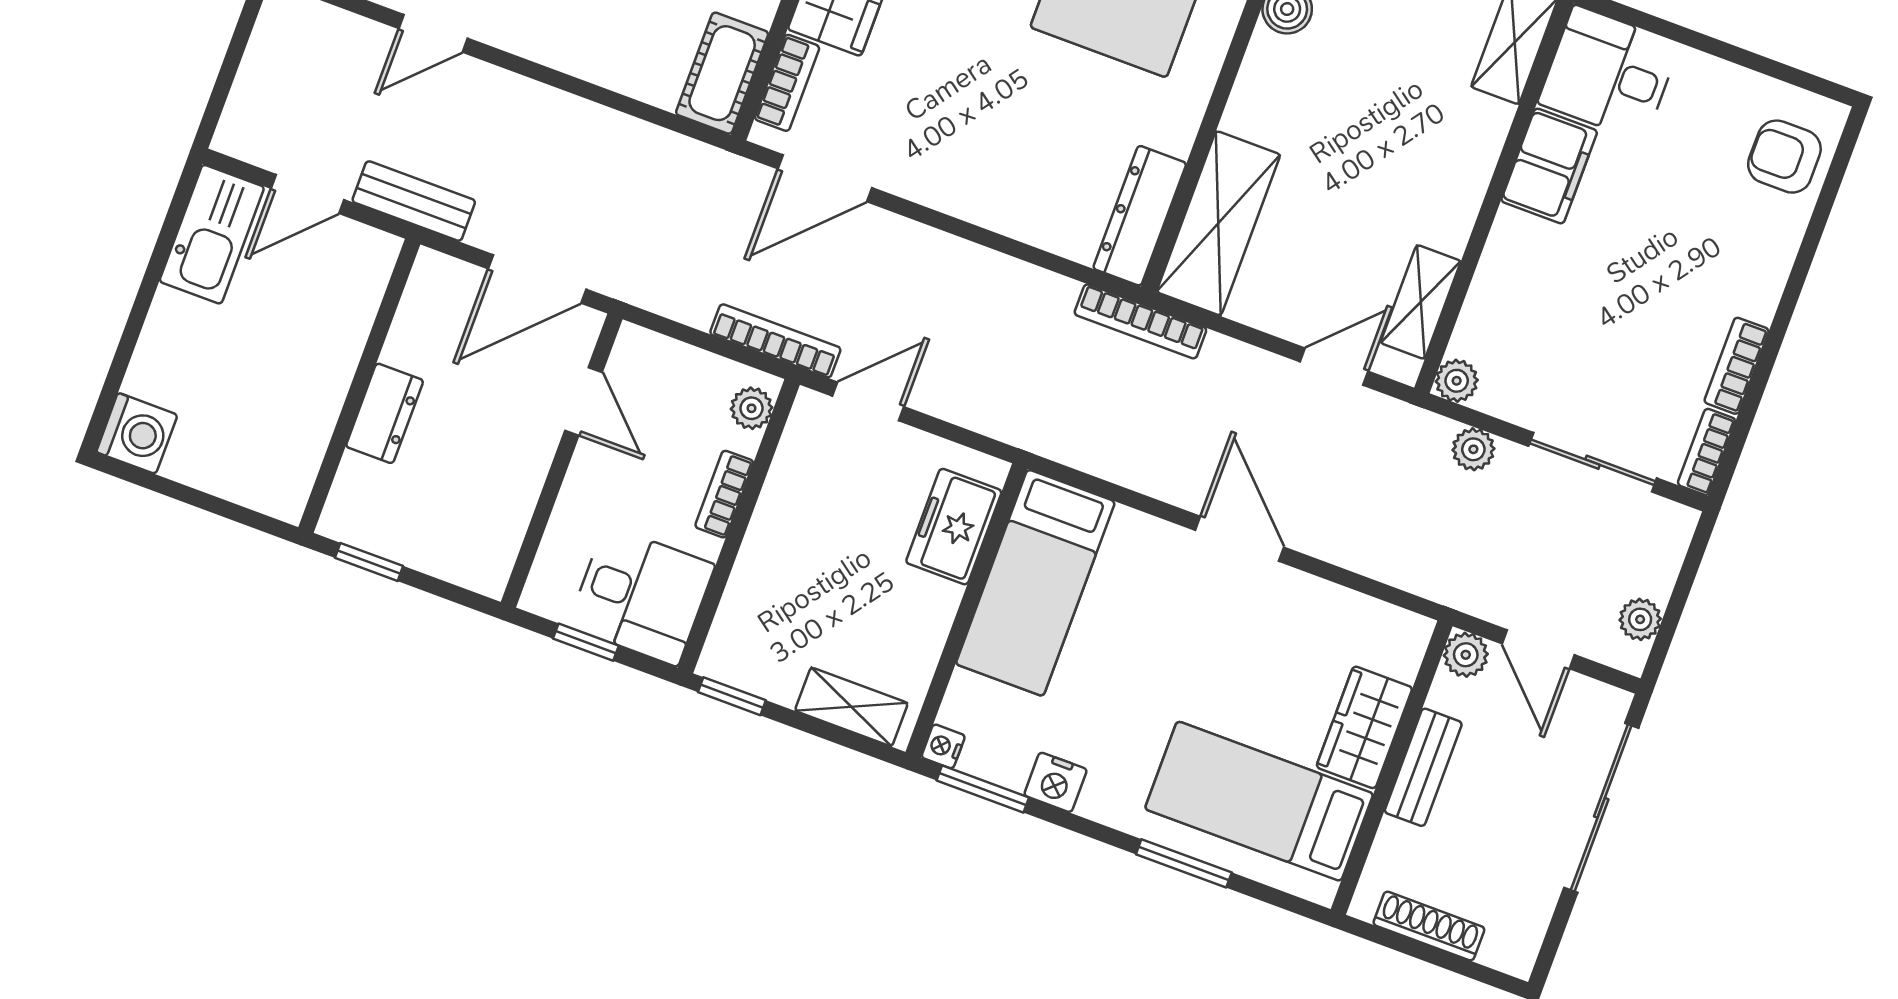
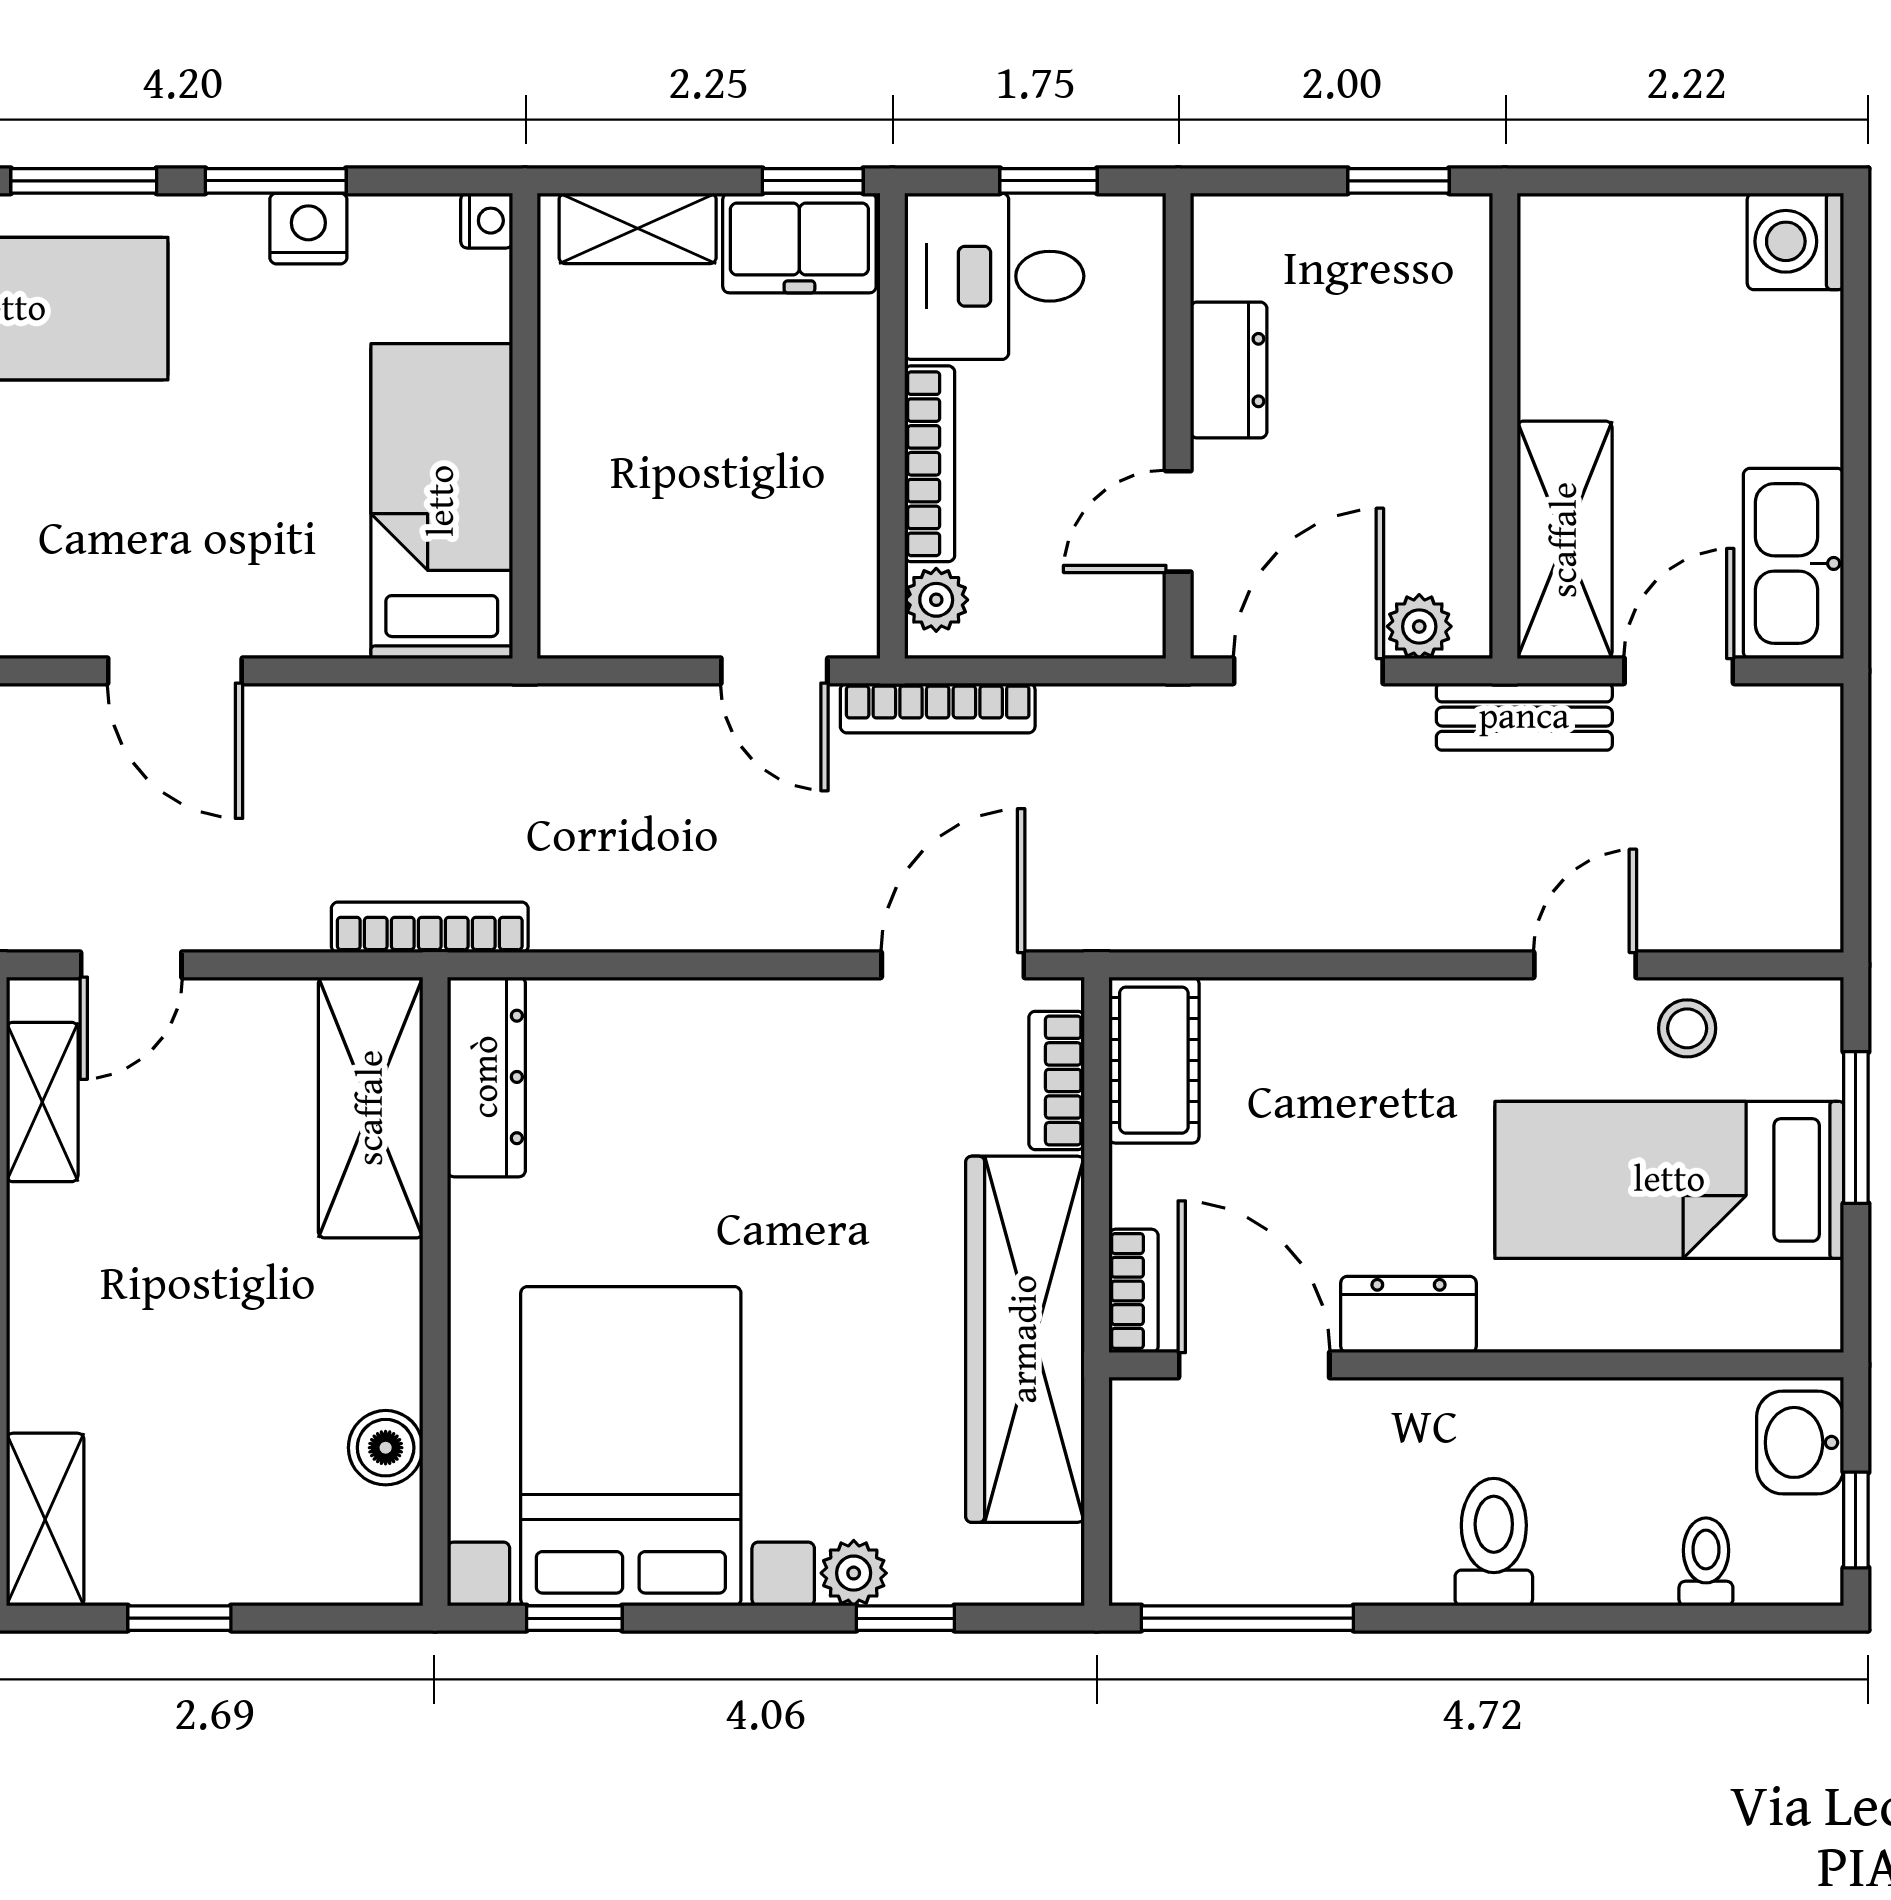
plant: (458, 281) -> (1419, 626), added
shelving: (348, 301) -> (1565, 540), added
door: (584, 401) -> (1178, 521), hinge flipped
door: (868, 401) -> (774, 671), hinge flipped
dresser: (385, 413) -> (1229, 370), moved, turned 180
bookcase: (724, 494) -> (930, 464), width x1.56
freezer: (954, 527) -> (799, 243), moved, turned 90
window: (983, 789) -> (276, 181), moved

